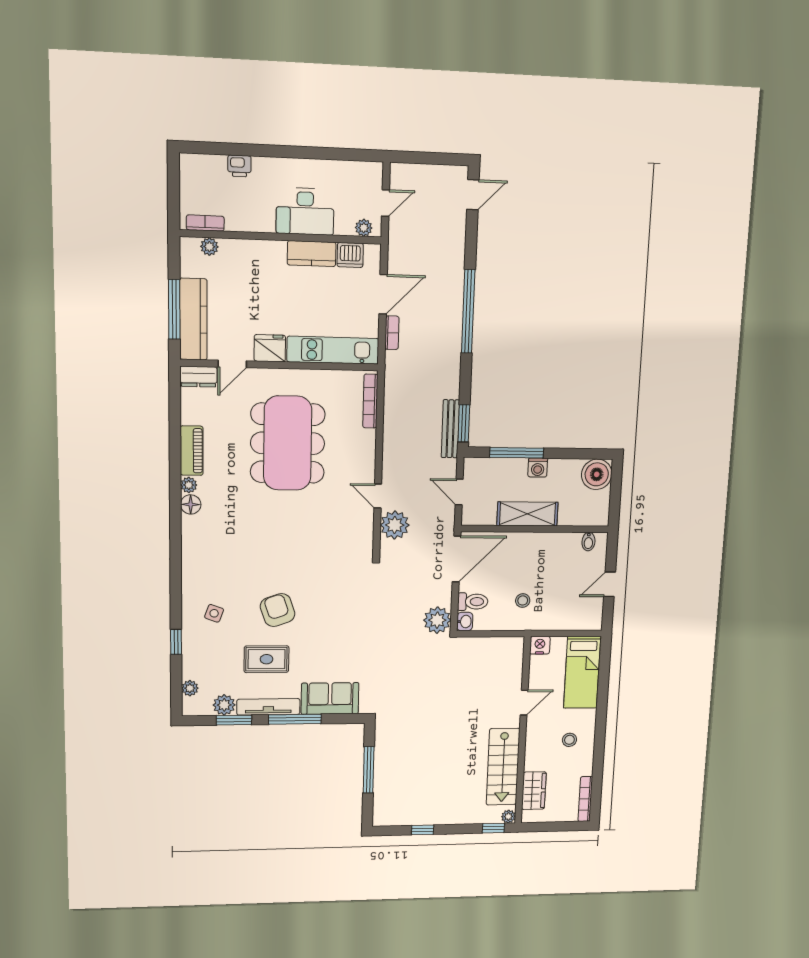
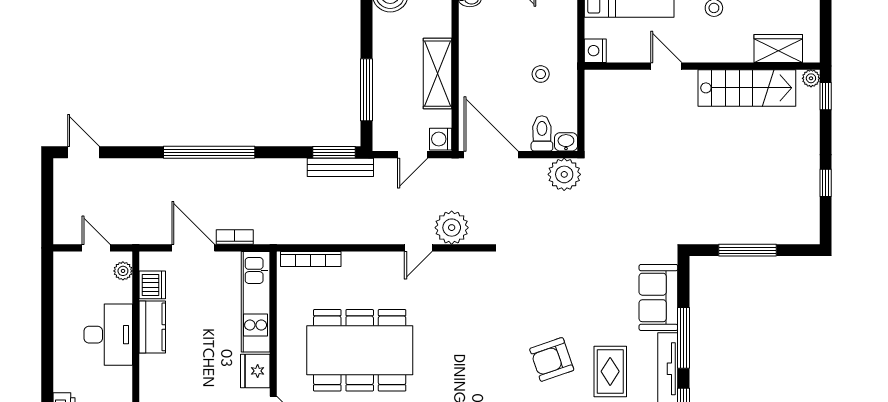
washing machine: (538, 468) -> (441, 139), moved, turned 180

